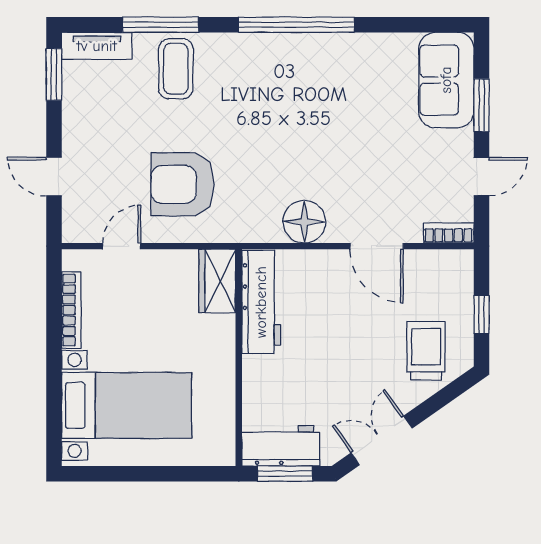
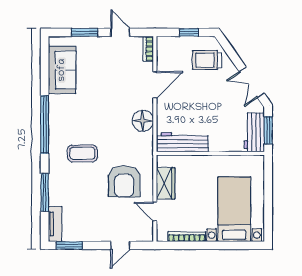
coffee table: (176, 69) -> (82, 153), moved
sofa: (446, 80) -> (62, 70), moved, turned -90
wardrobe: (217, 281) -> (166, 183), moved, turned -90

